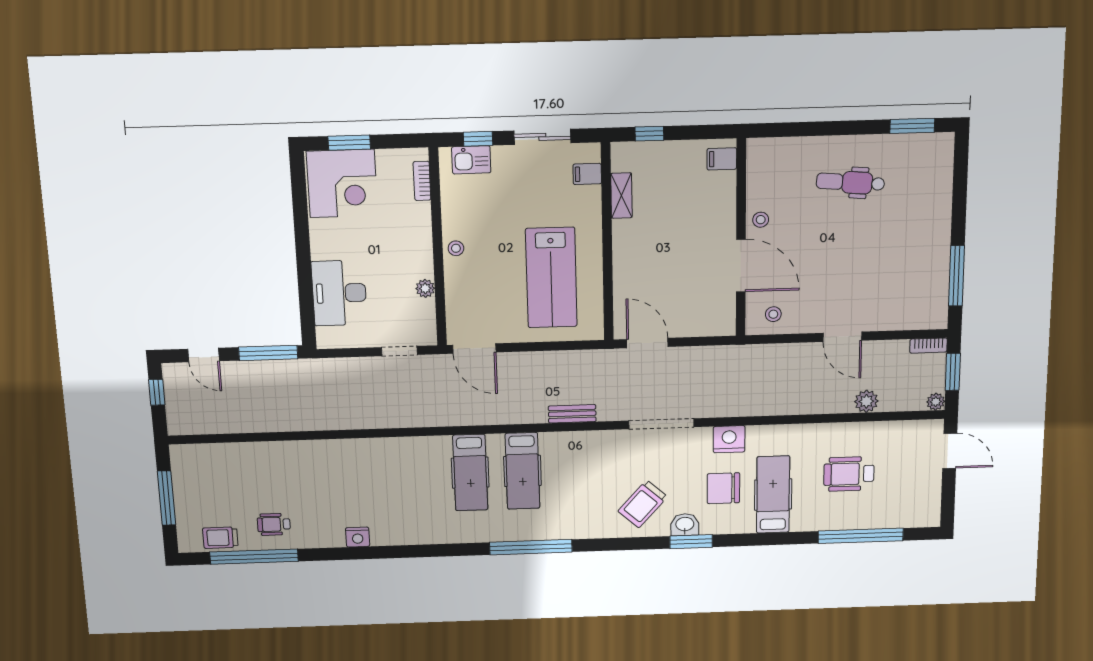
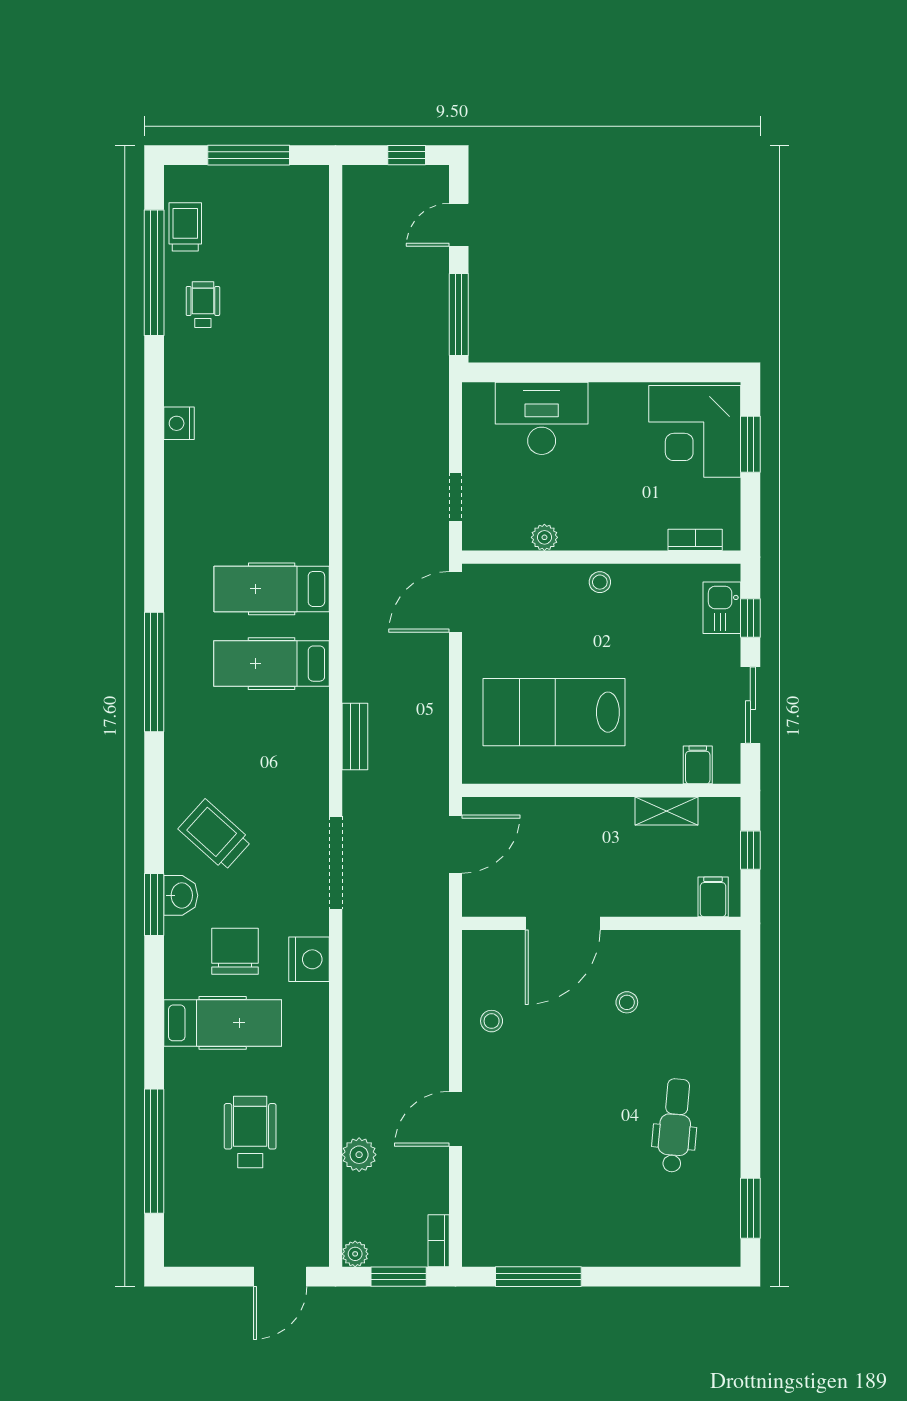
filing cabinet: (722, 159) -> (713, 897), moved
wall: (741, 238) -> (601, 923), moved
door: (741, 266) -> (563, 923), moved

